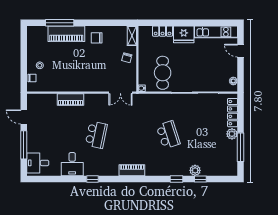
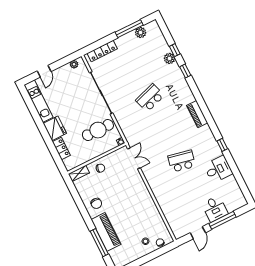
piano: (71, 99) -> (162, 199), removed
plant: (232, 134) -> (141, 33), moved
desk: (38, 163) -> (215, 209), moved

